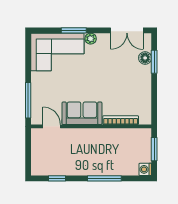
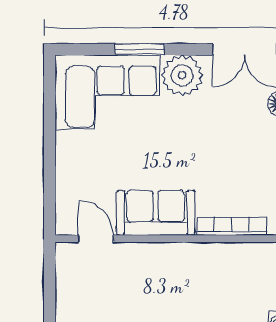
plant: (91, 39) -> (182, 75), width x1.87, depth x1.87
window: (28, 100) -> (50, 187), removed

